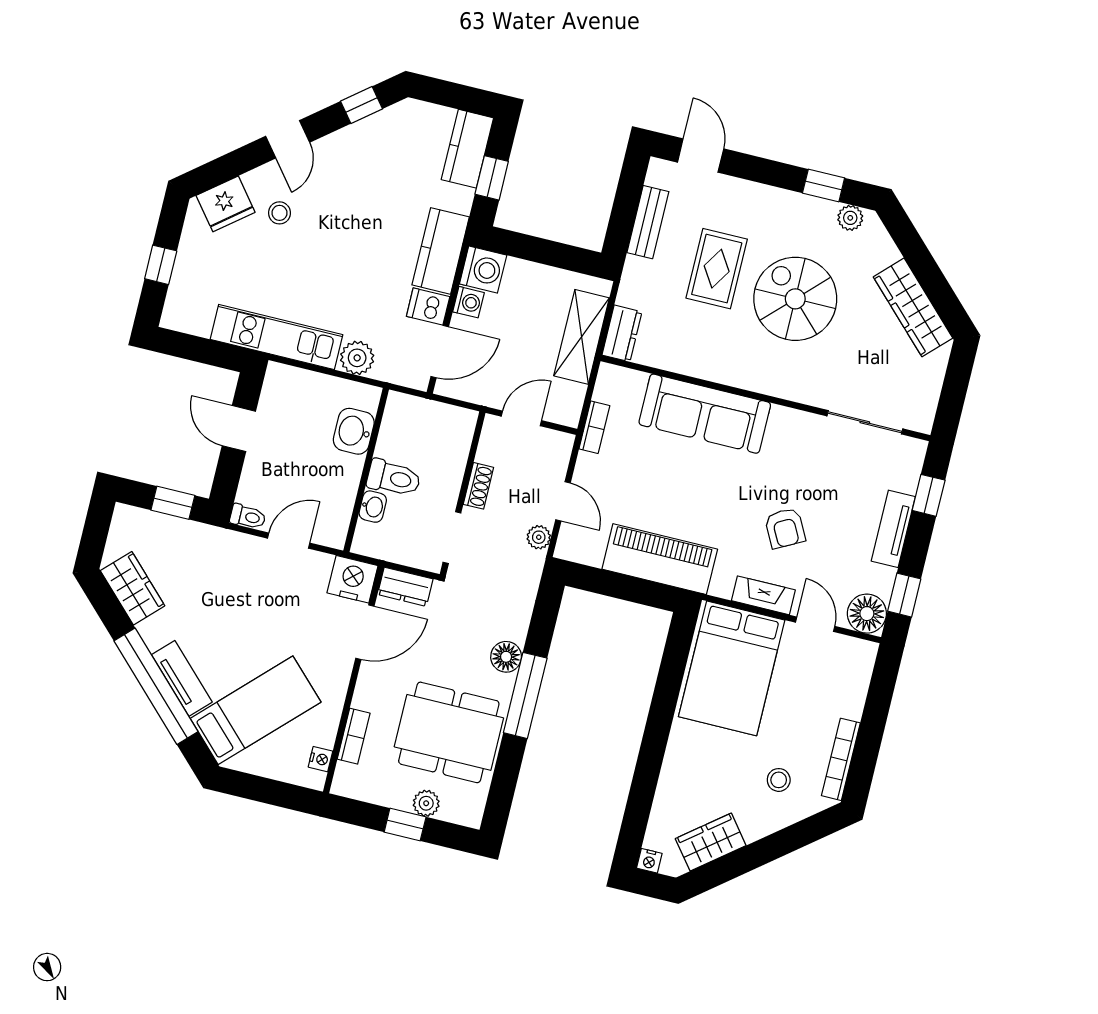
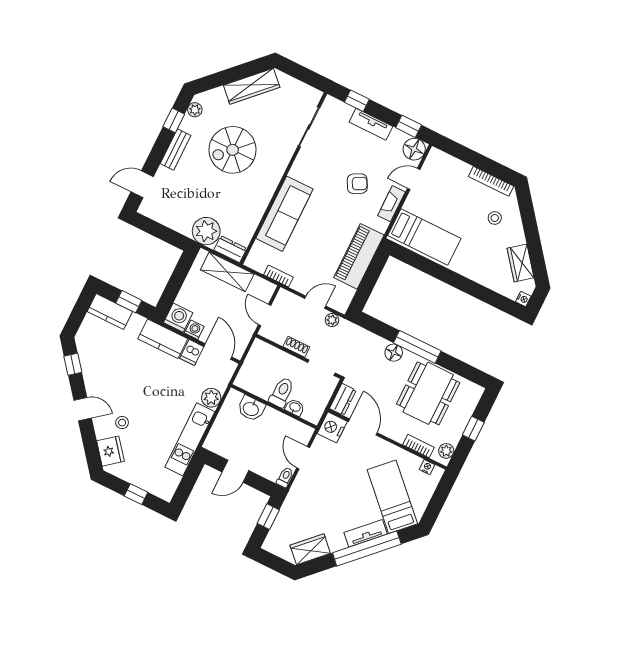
bench: (648, 222) -> (175, 150), moved, turned 90
rug: (717, 269) -> (206, 189), removed
plant: (644, 285) -> (206, 231), added
bed: (732, 668) -> (424, 237), width x0.67
plant: (426, 803) -> (446, 451), moved

